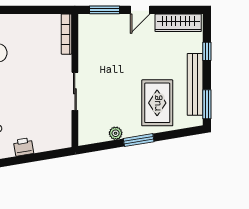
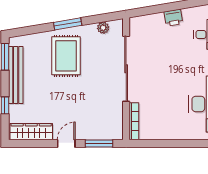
sliding door: (75, 91) -> (126, 69), width x1.86
rug: (157, 103) -> (66, 56), moved
plant: (116, 133) -> (103, 28), moved

